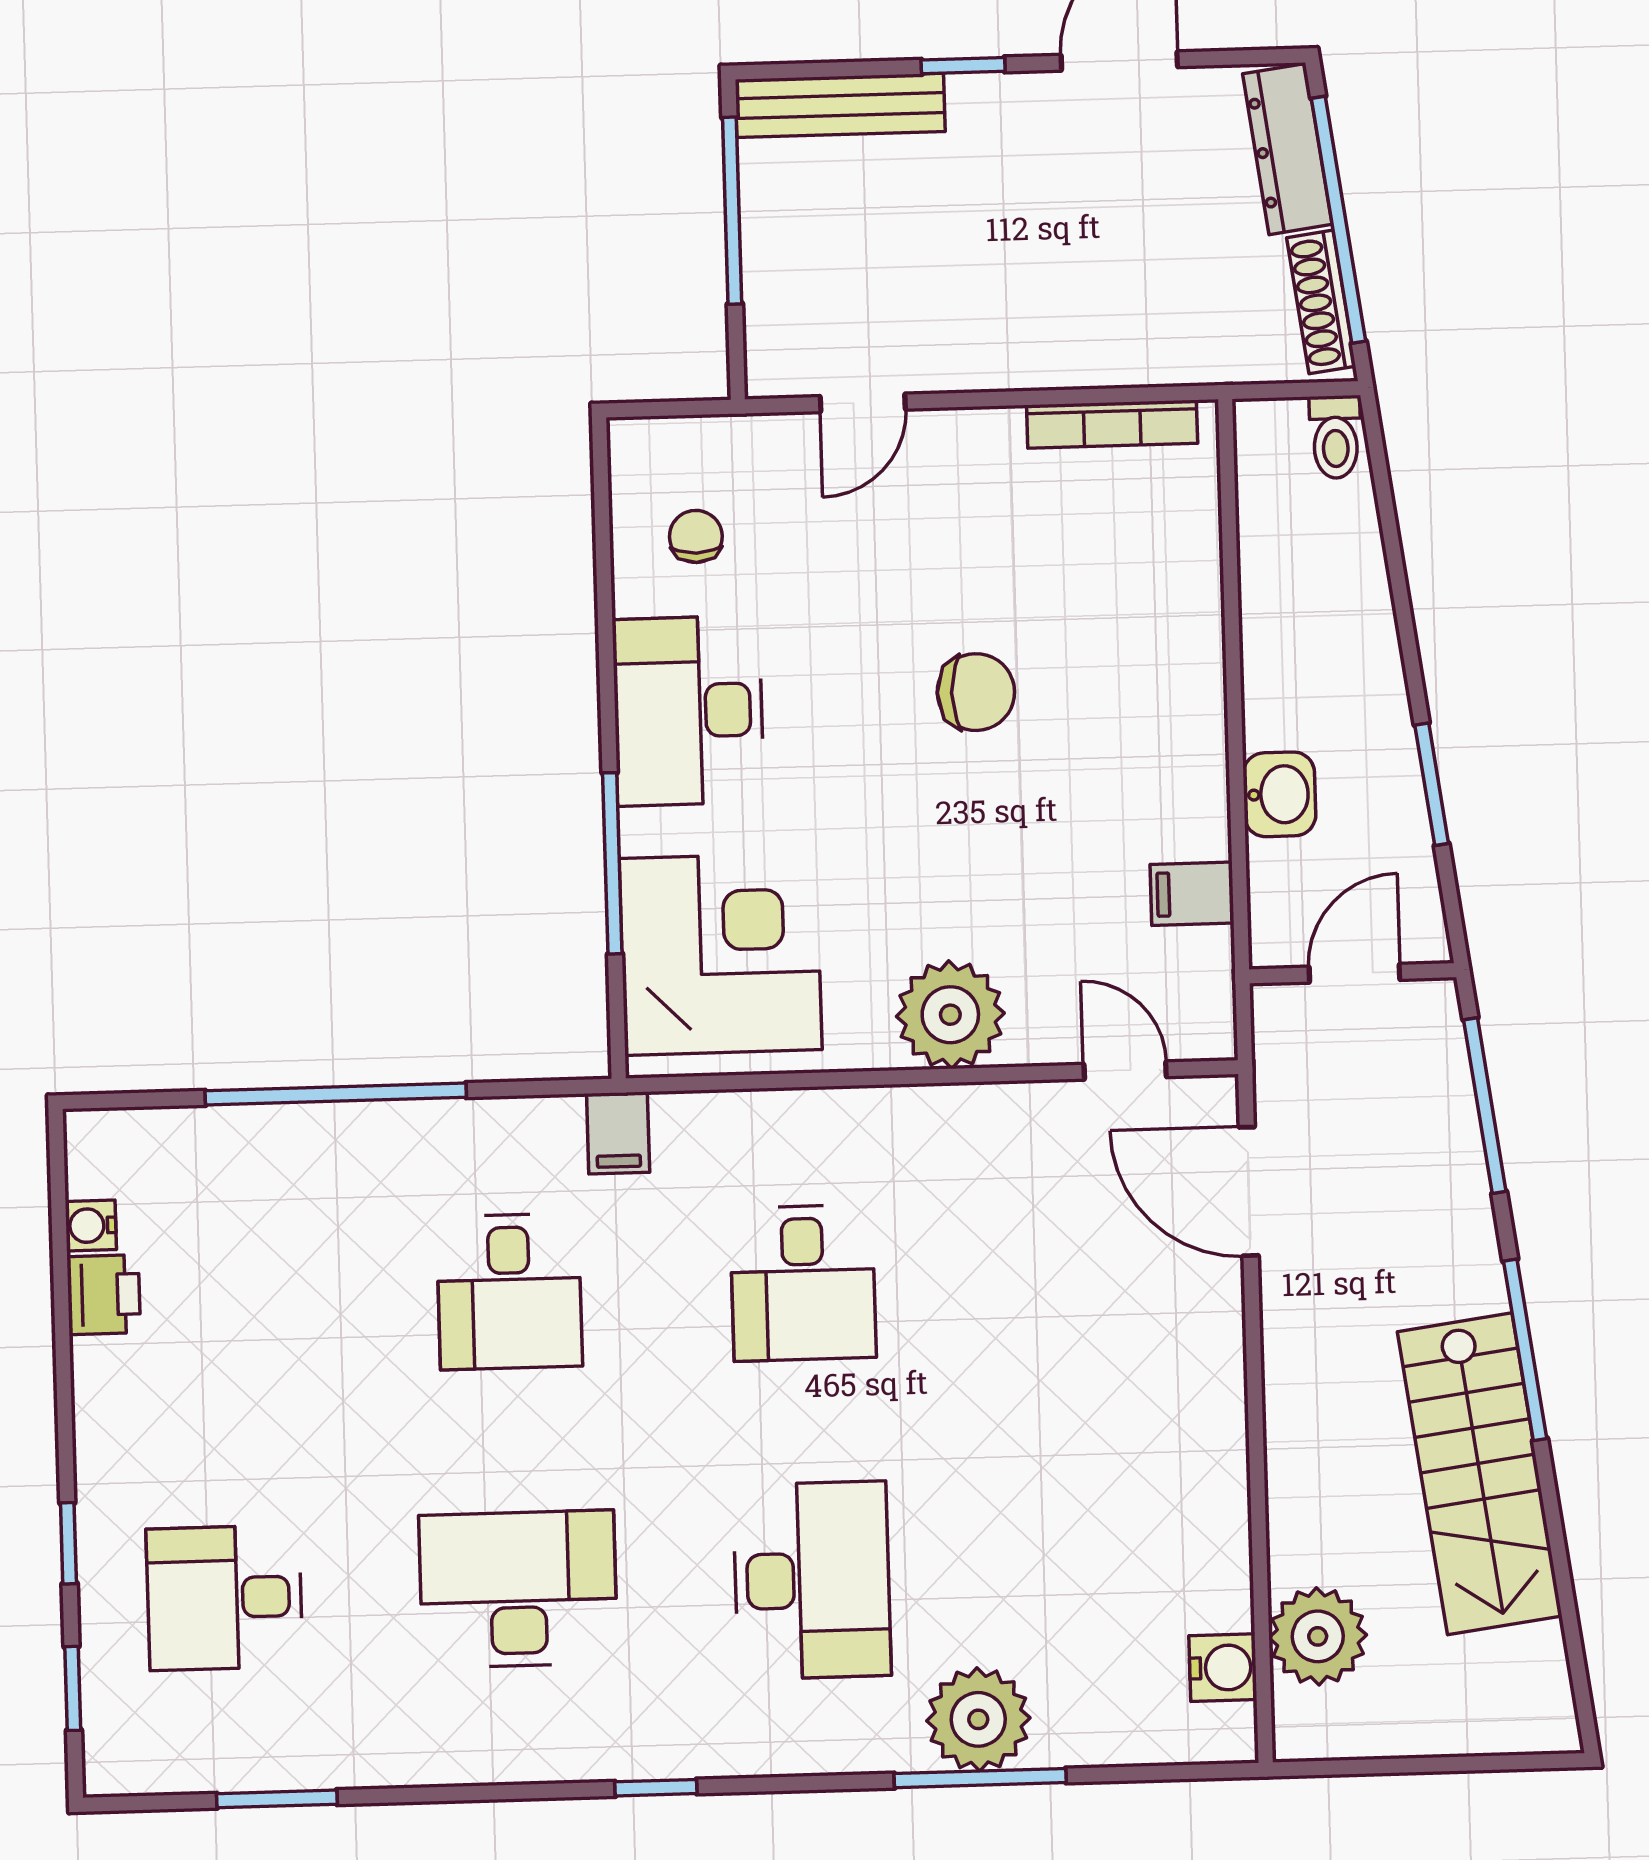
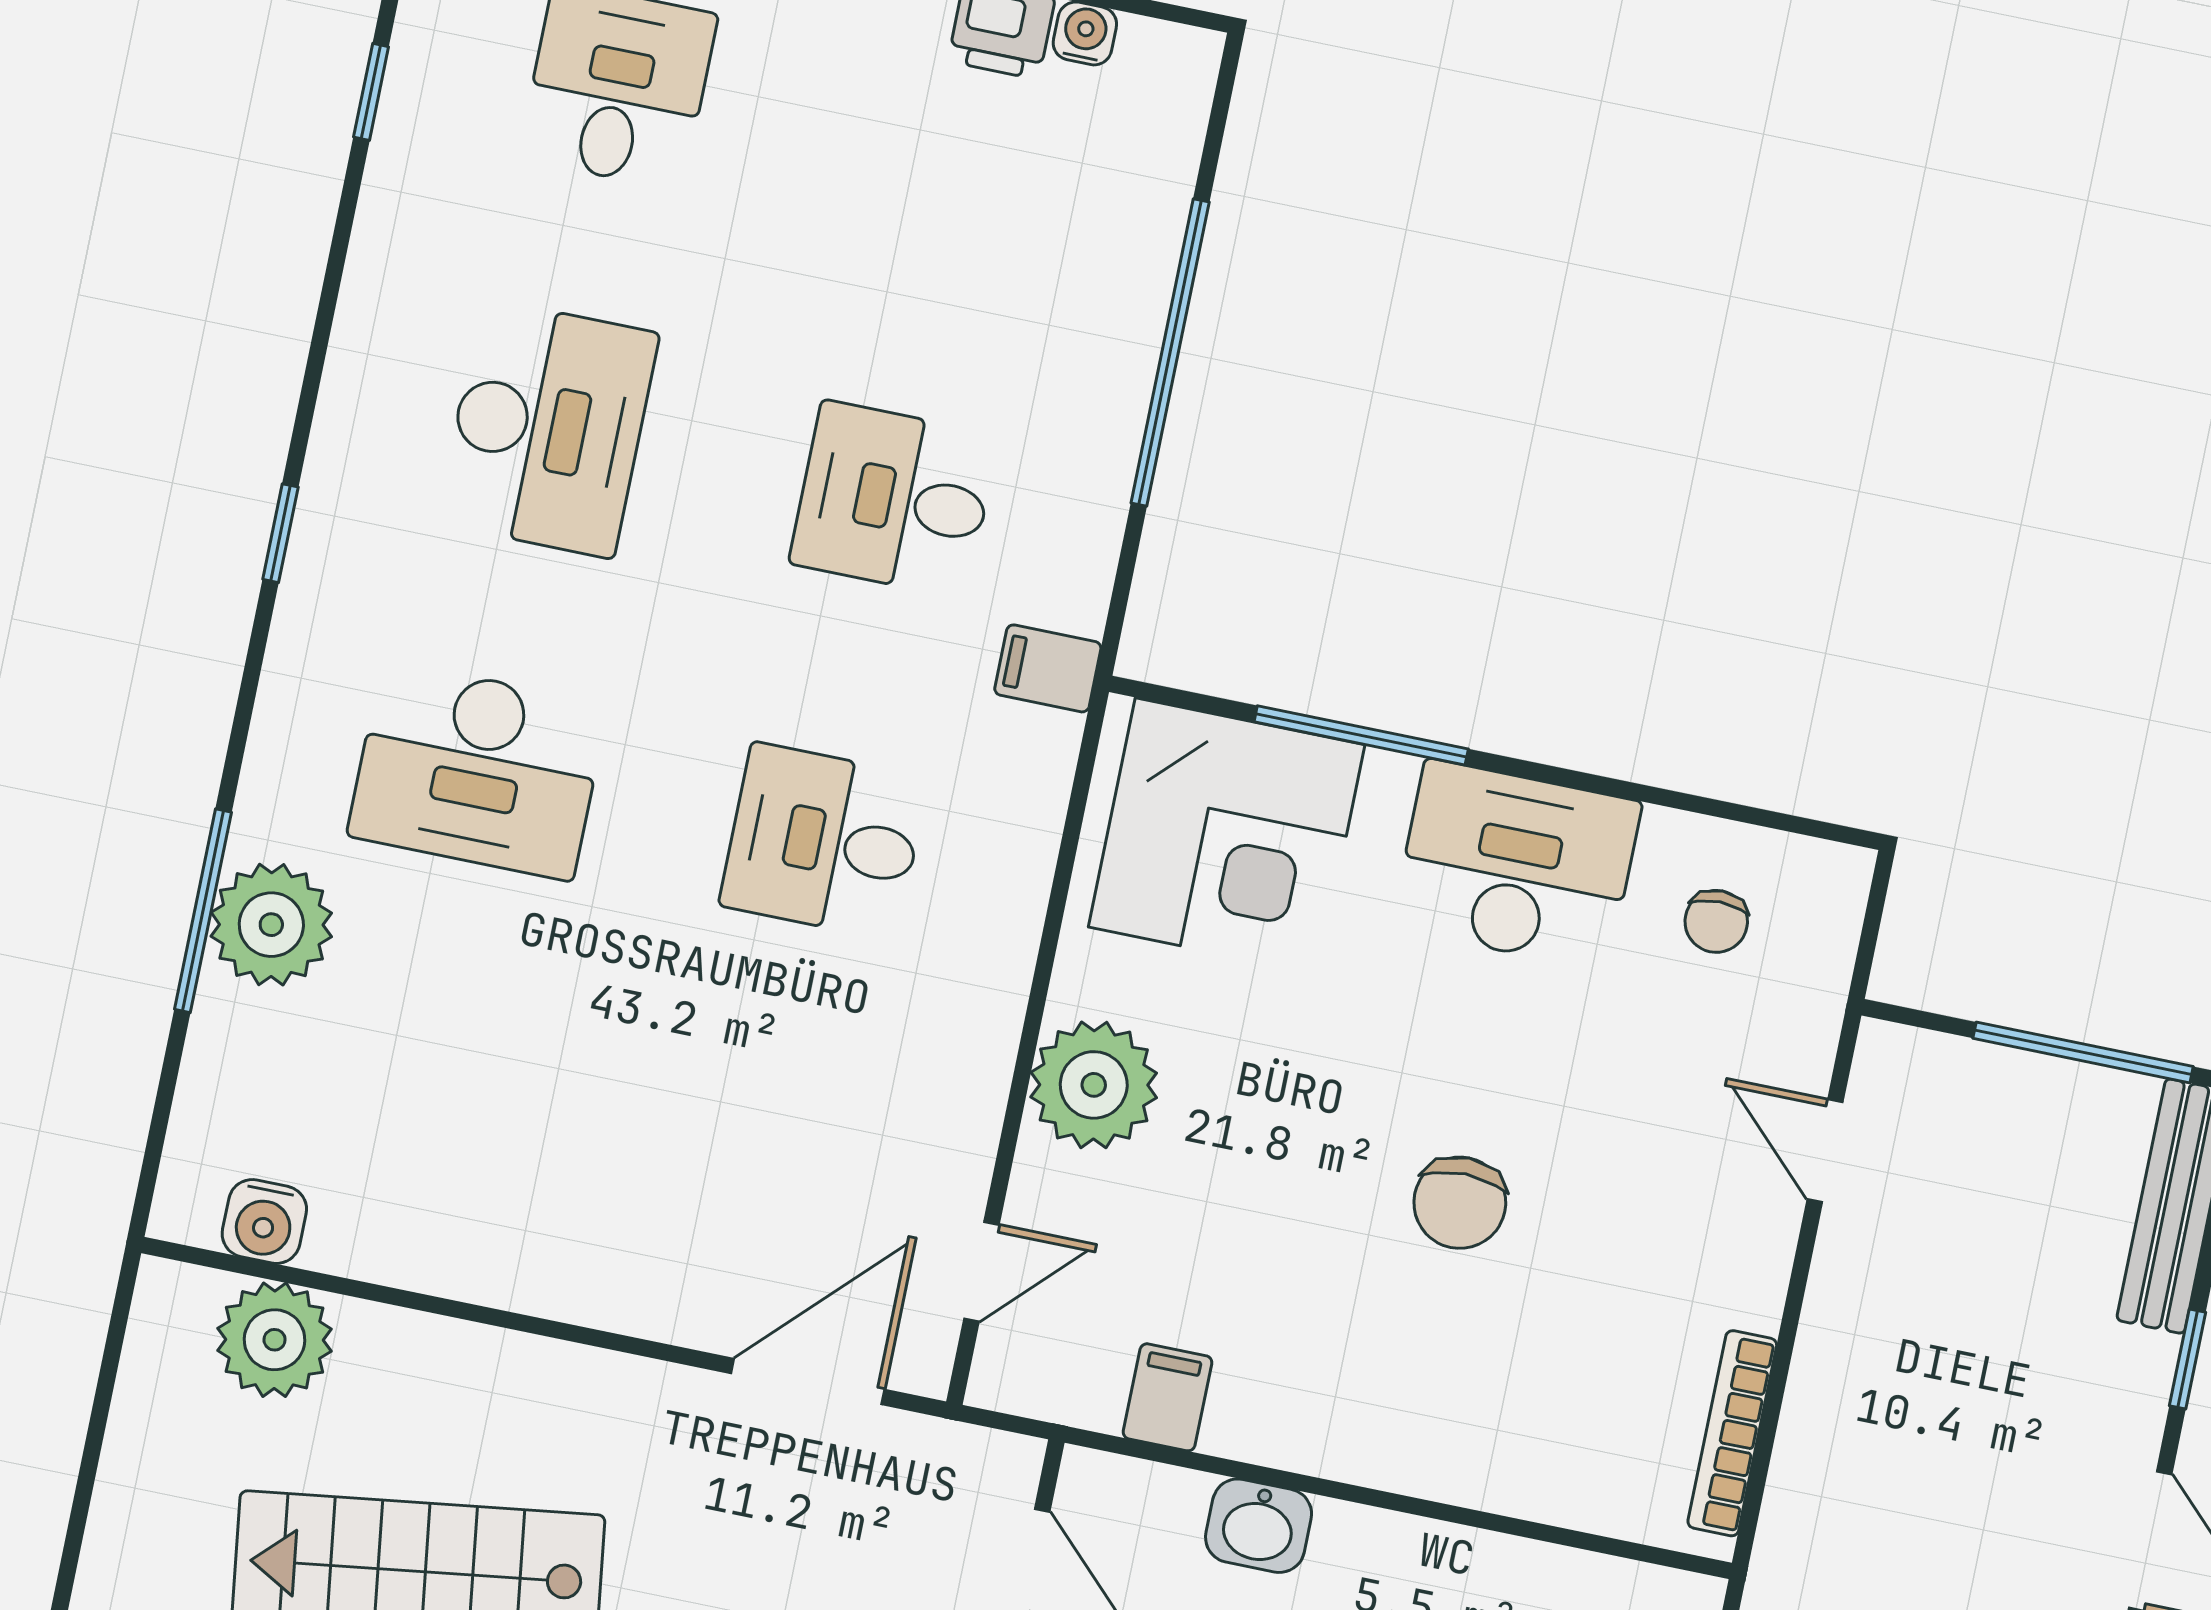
chair: (696, 536) -> (1716, 921), turned 90
window: (277, 1799) -> (371, 92), width x0.67

